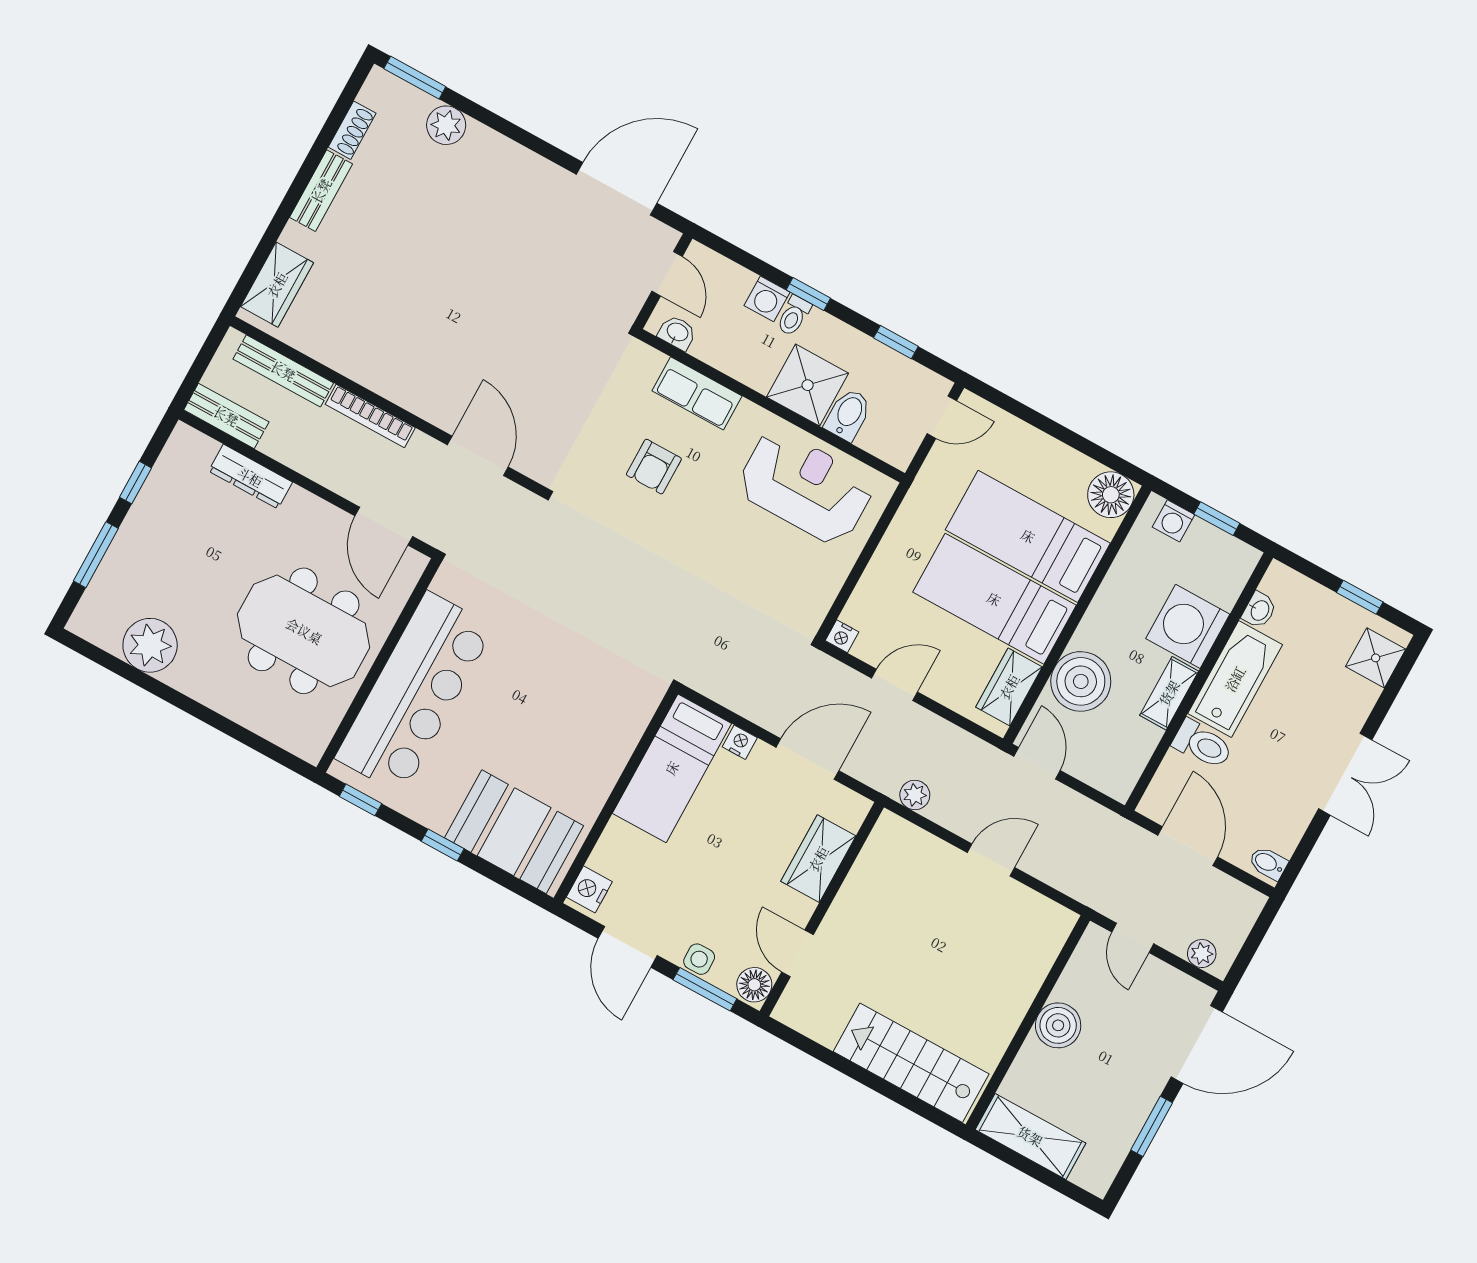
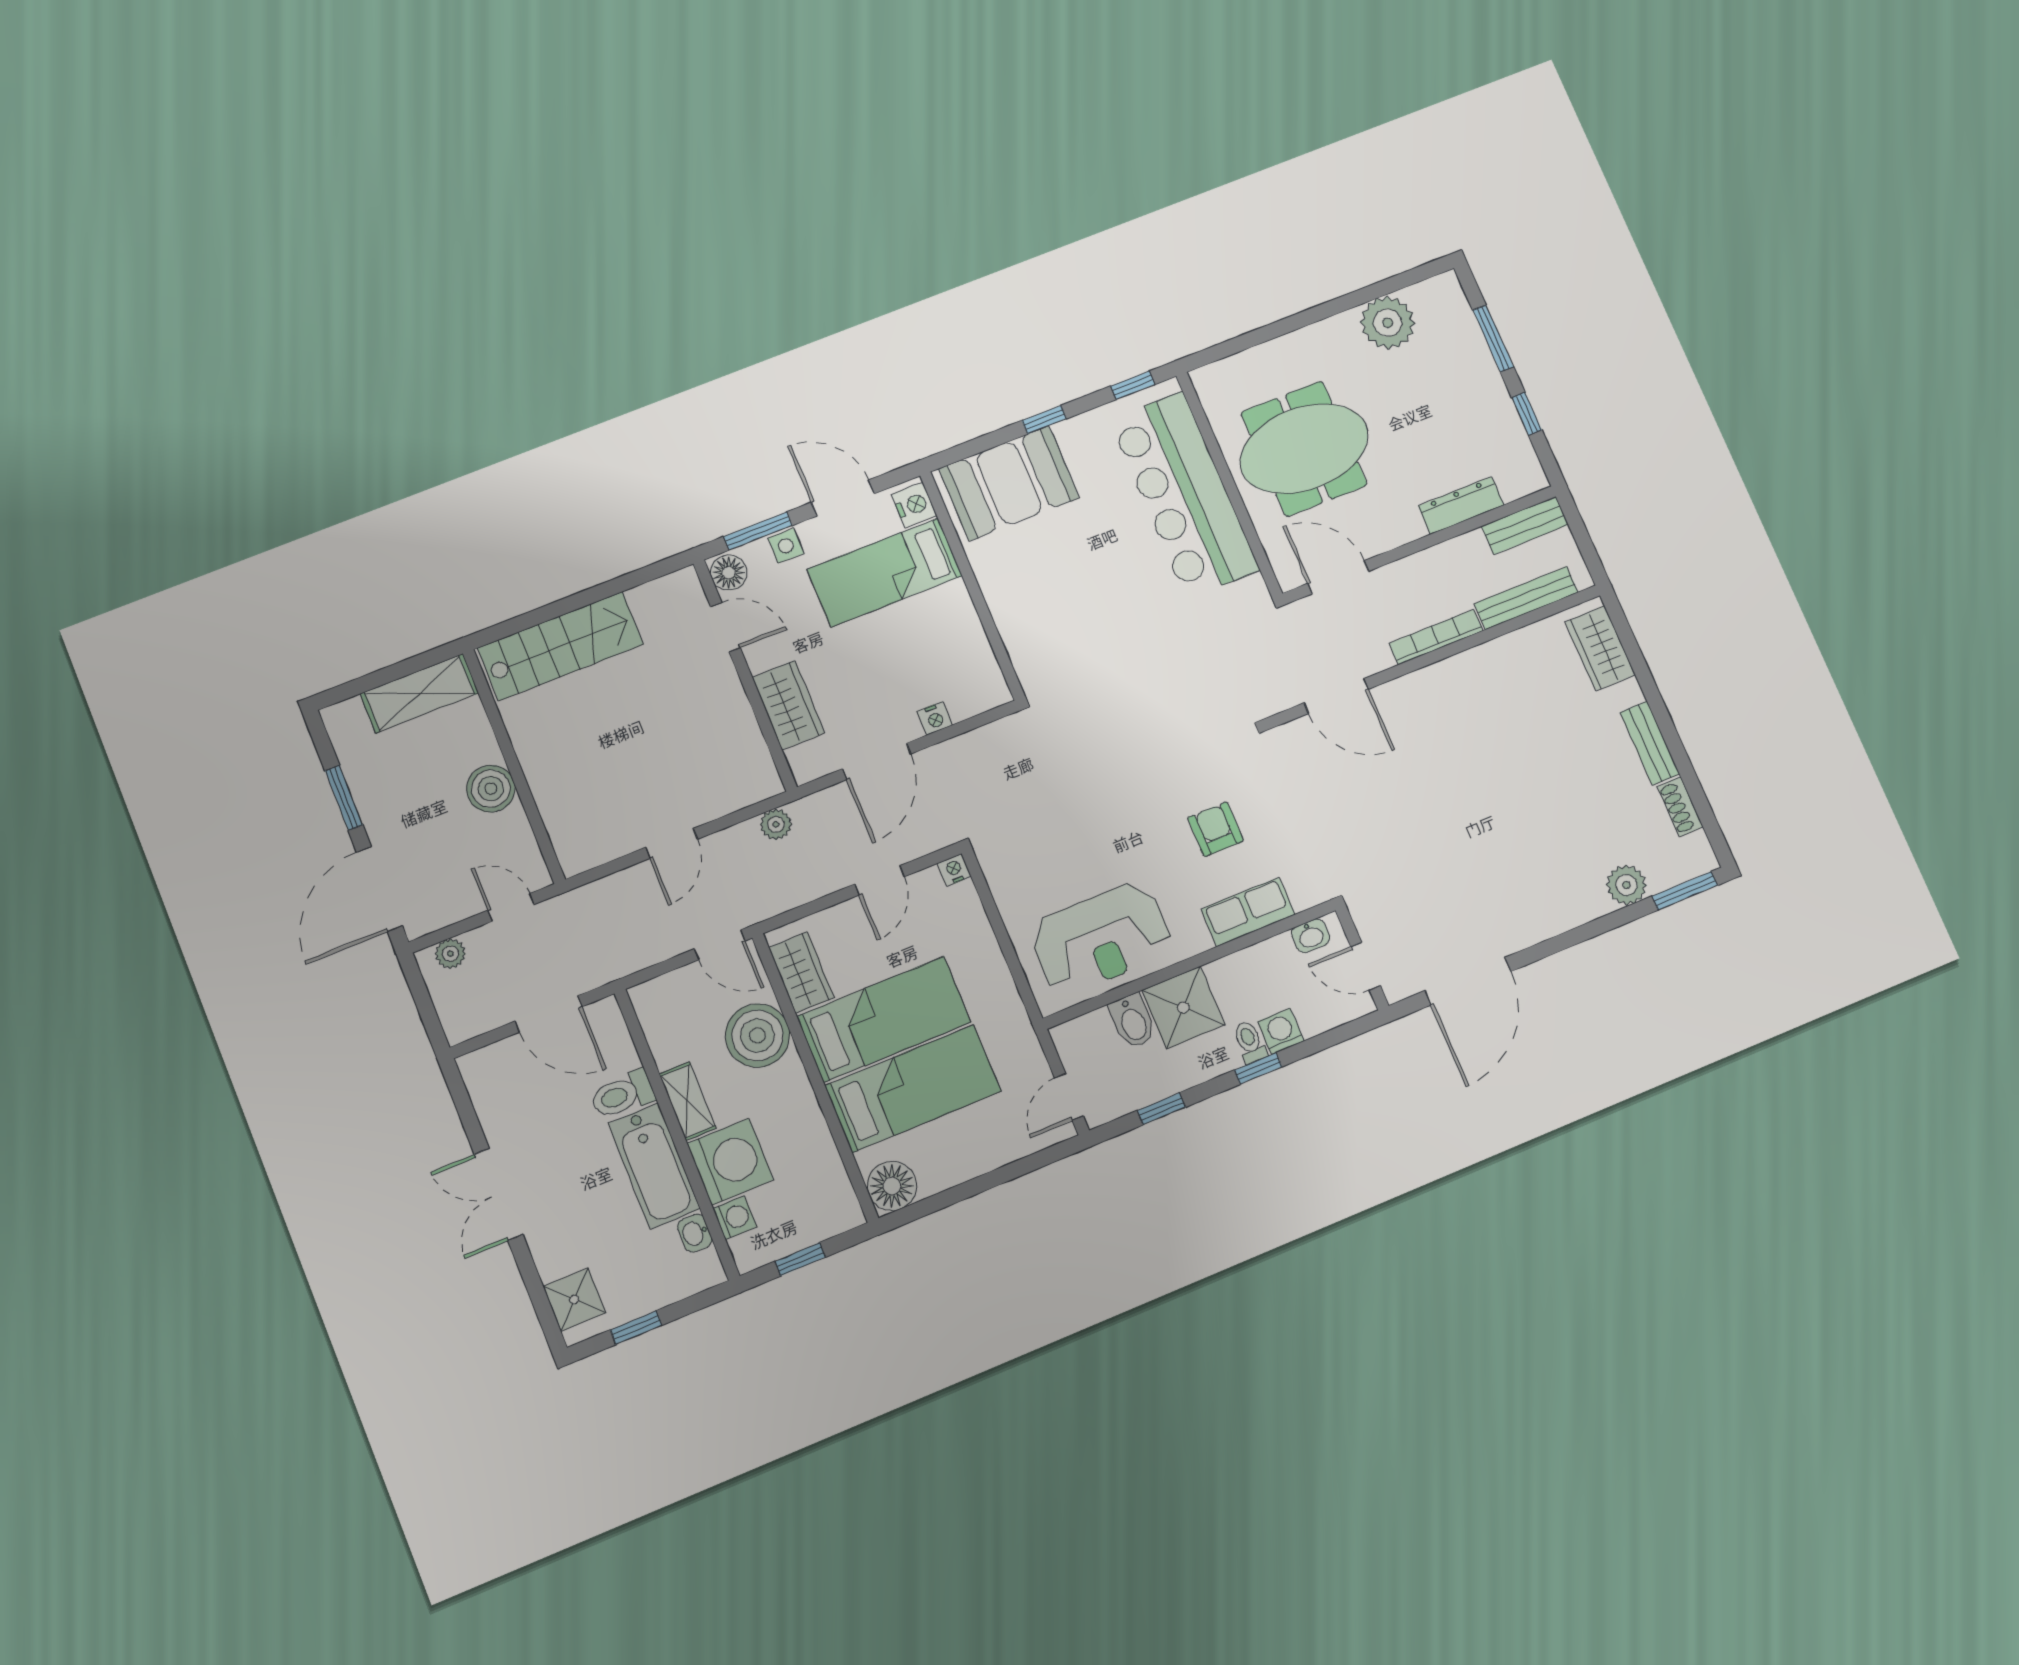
washing machine: (1173, 521) -> (735, 1218), moved, turned 90
bed: (672, 768) -> (885, 573), moved, turned -90
bidet: (1268, 863) -> (479, 1069), removed

